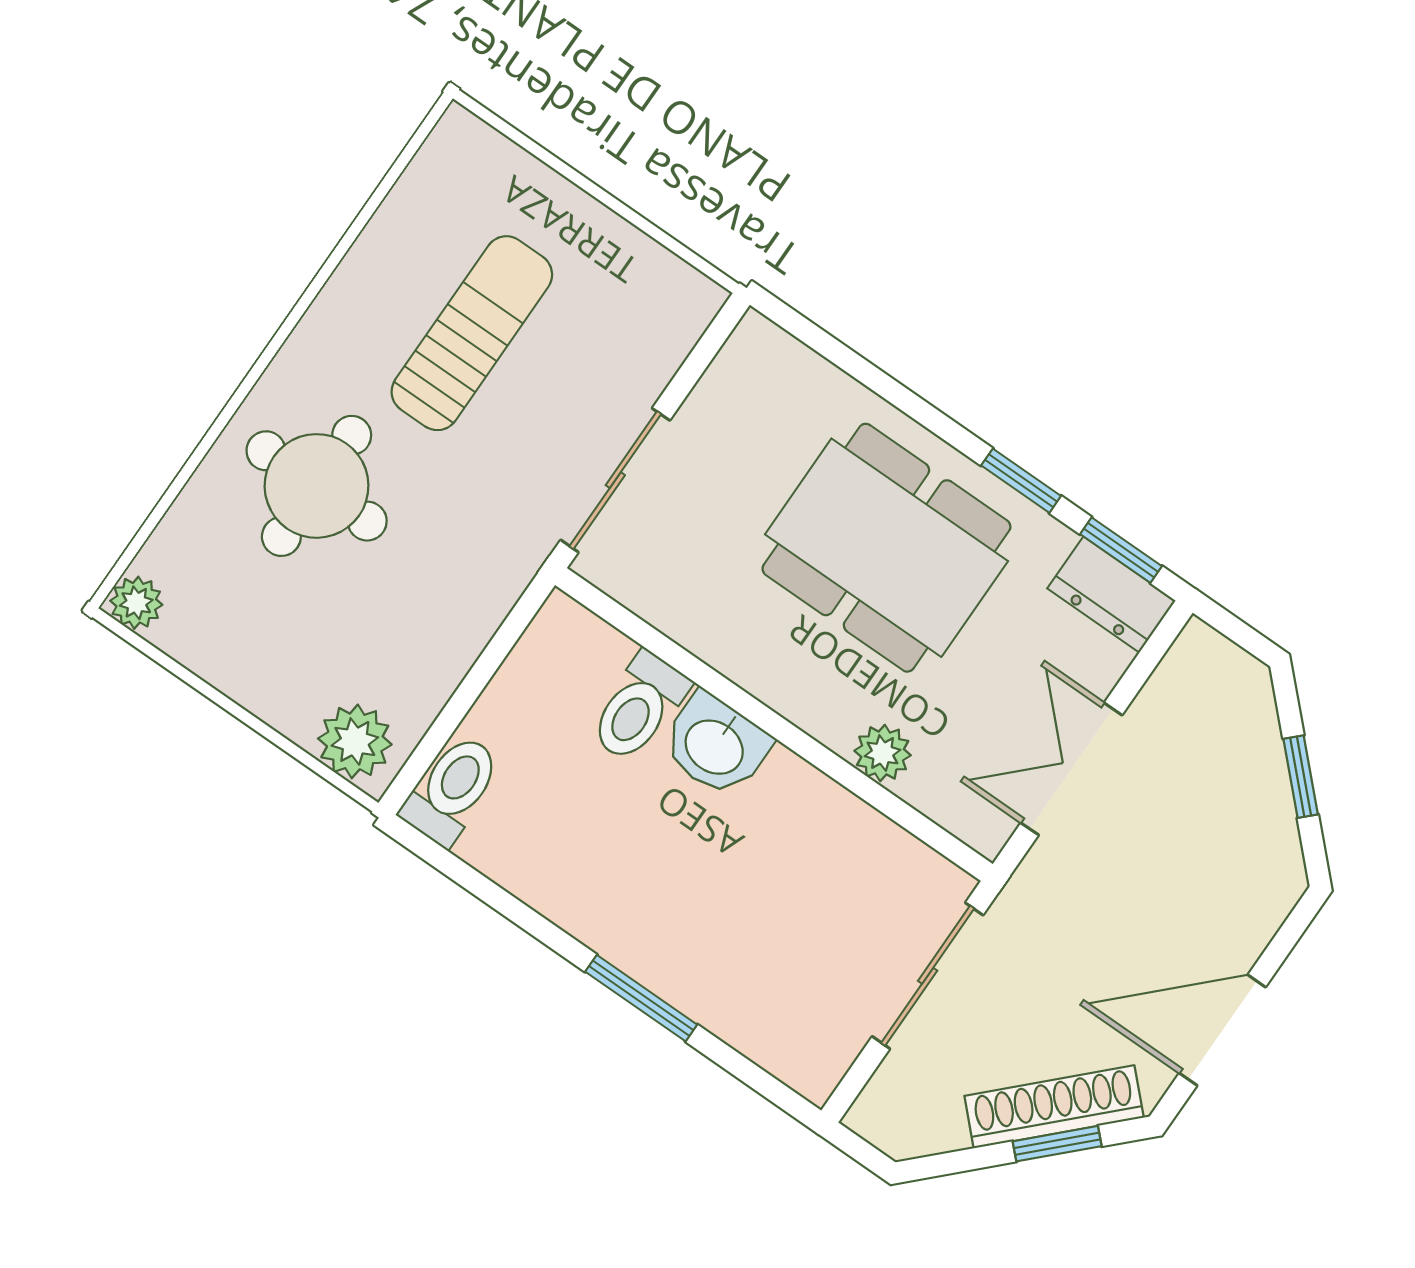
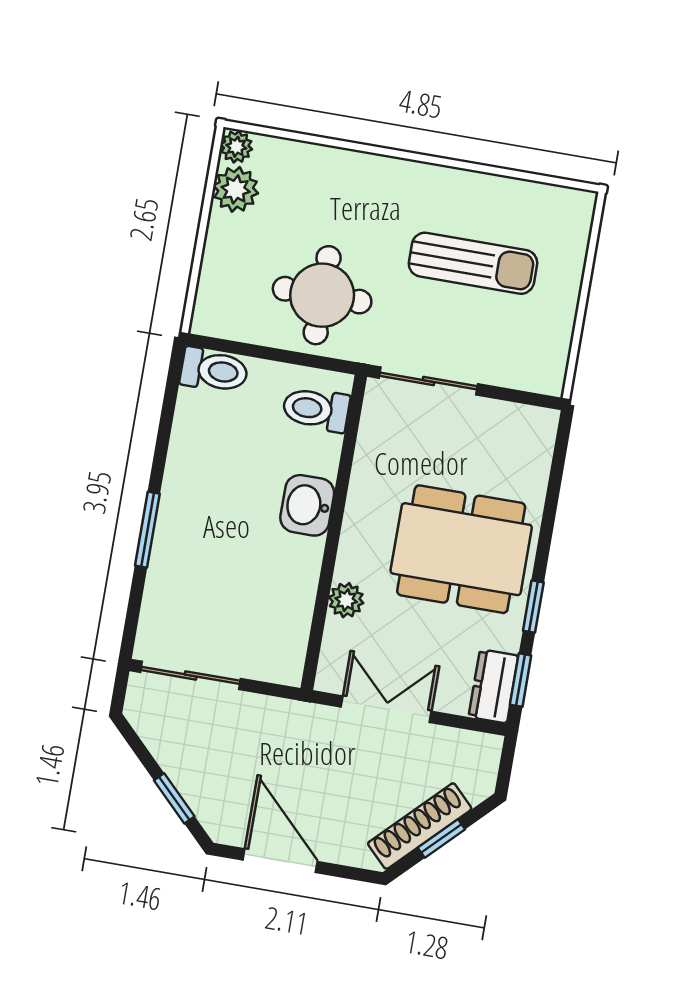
round table: (317, 486) -> (322, 295), moved
dining table: (886, 548) -> (461, 549), turned 90
toilet: (639, 707) -> (316, 409), moved
plant: (355, 741) -> (236, 189), moved
sliding door: (928, 976) -> (191, 675), moved
shoe rack: (1054, 1107) -> (420, 826), moved, turned -90

